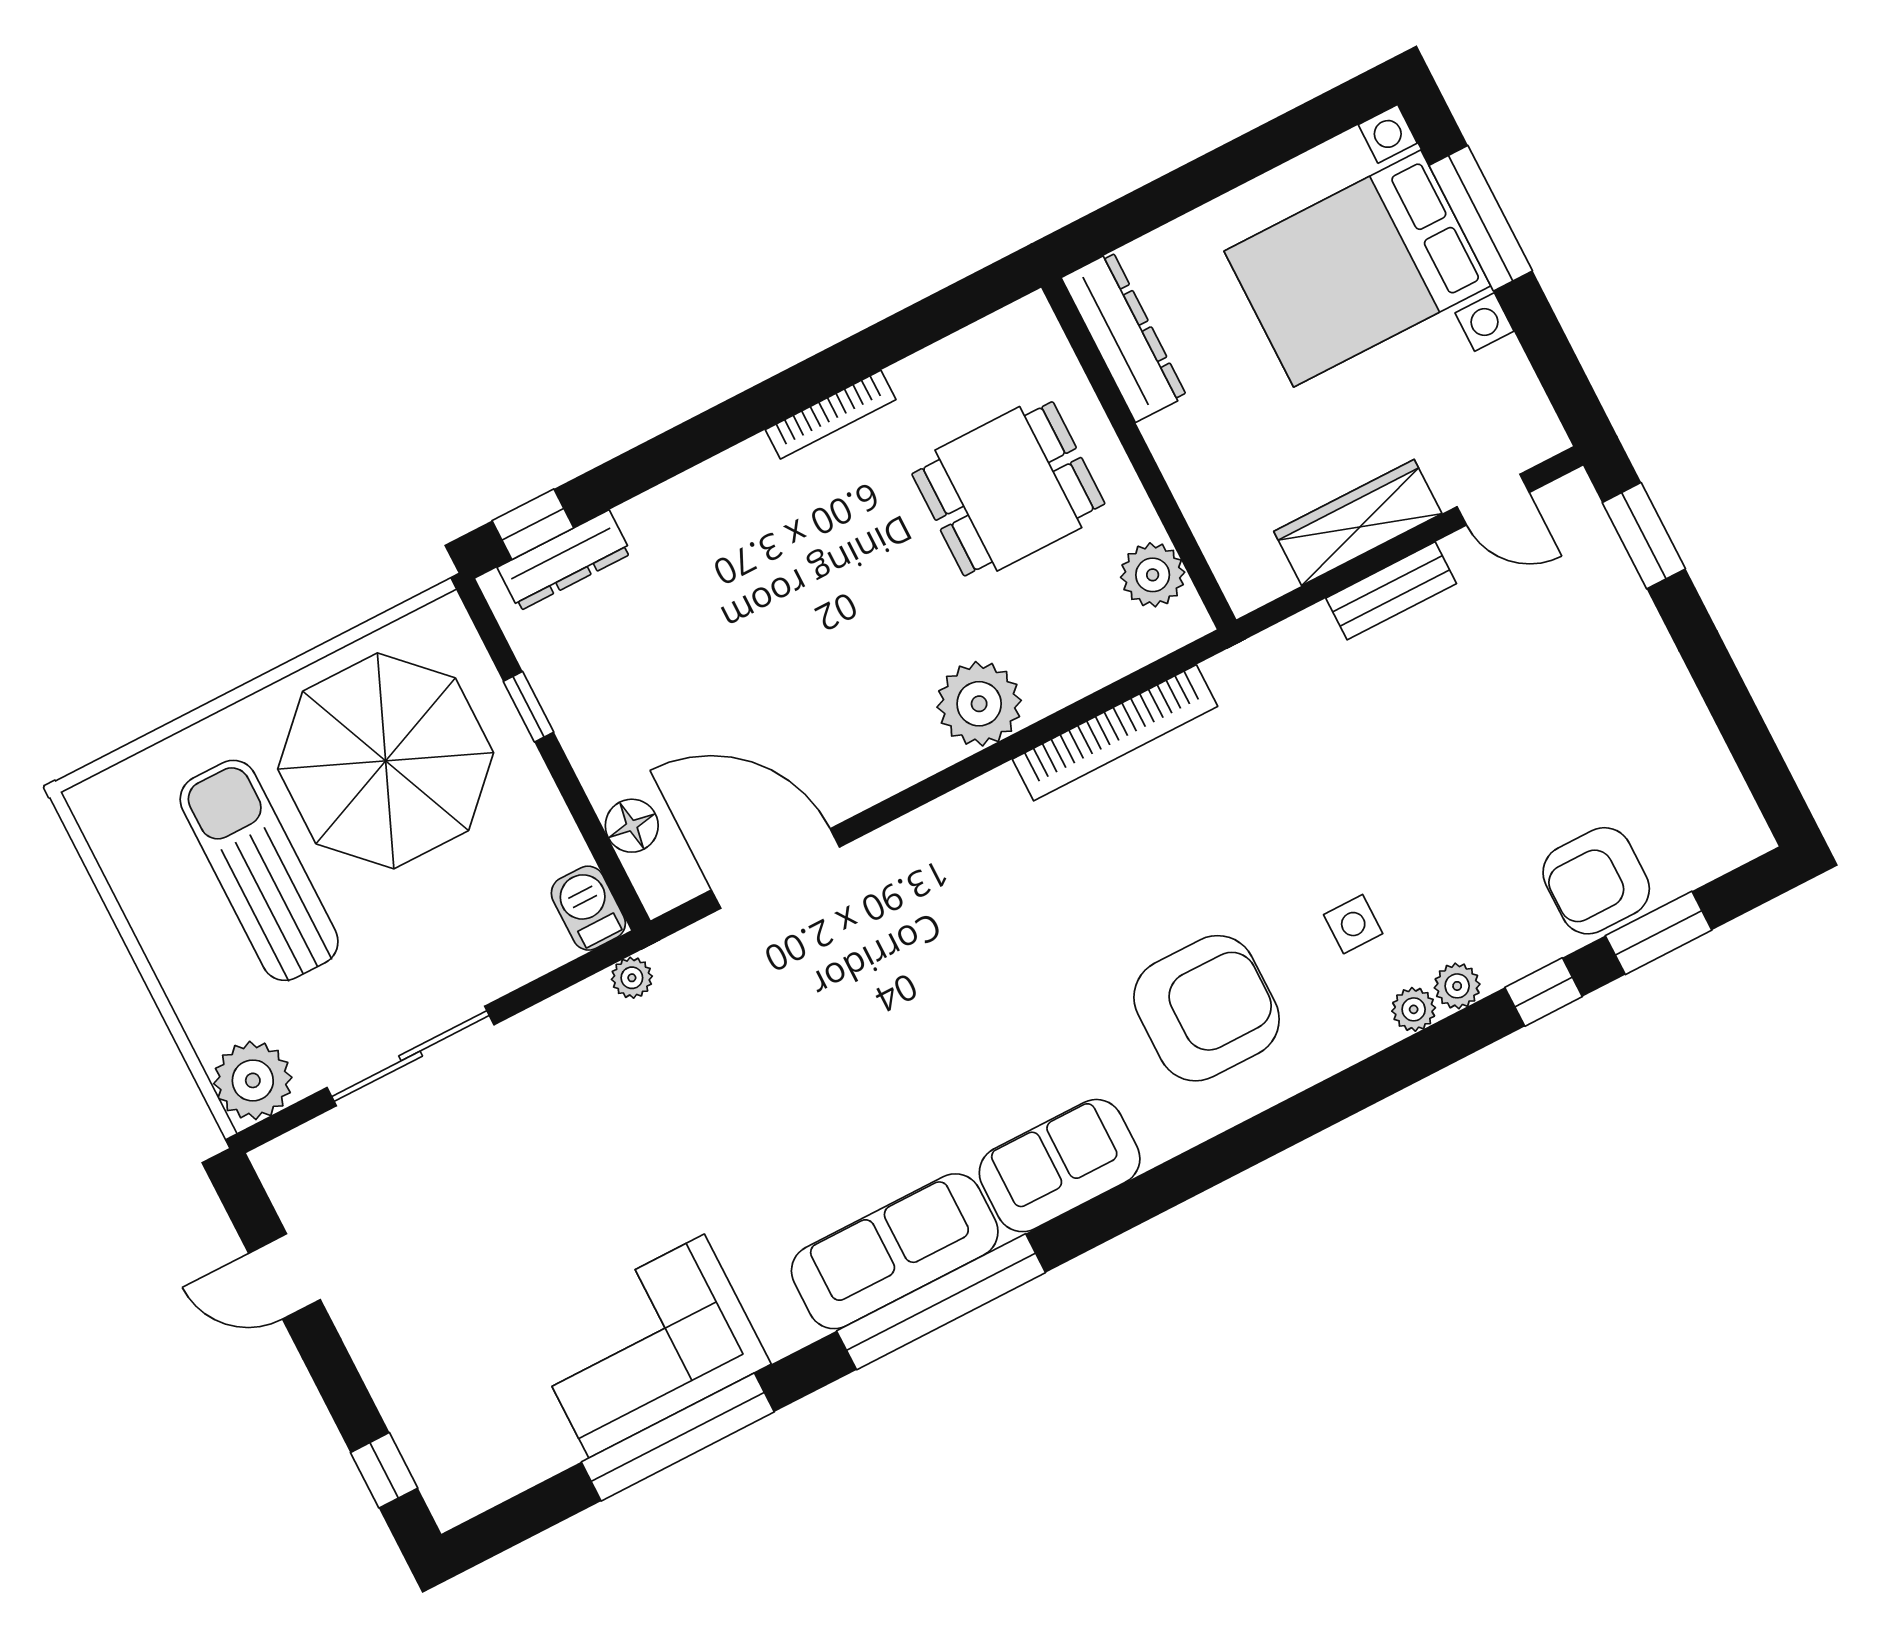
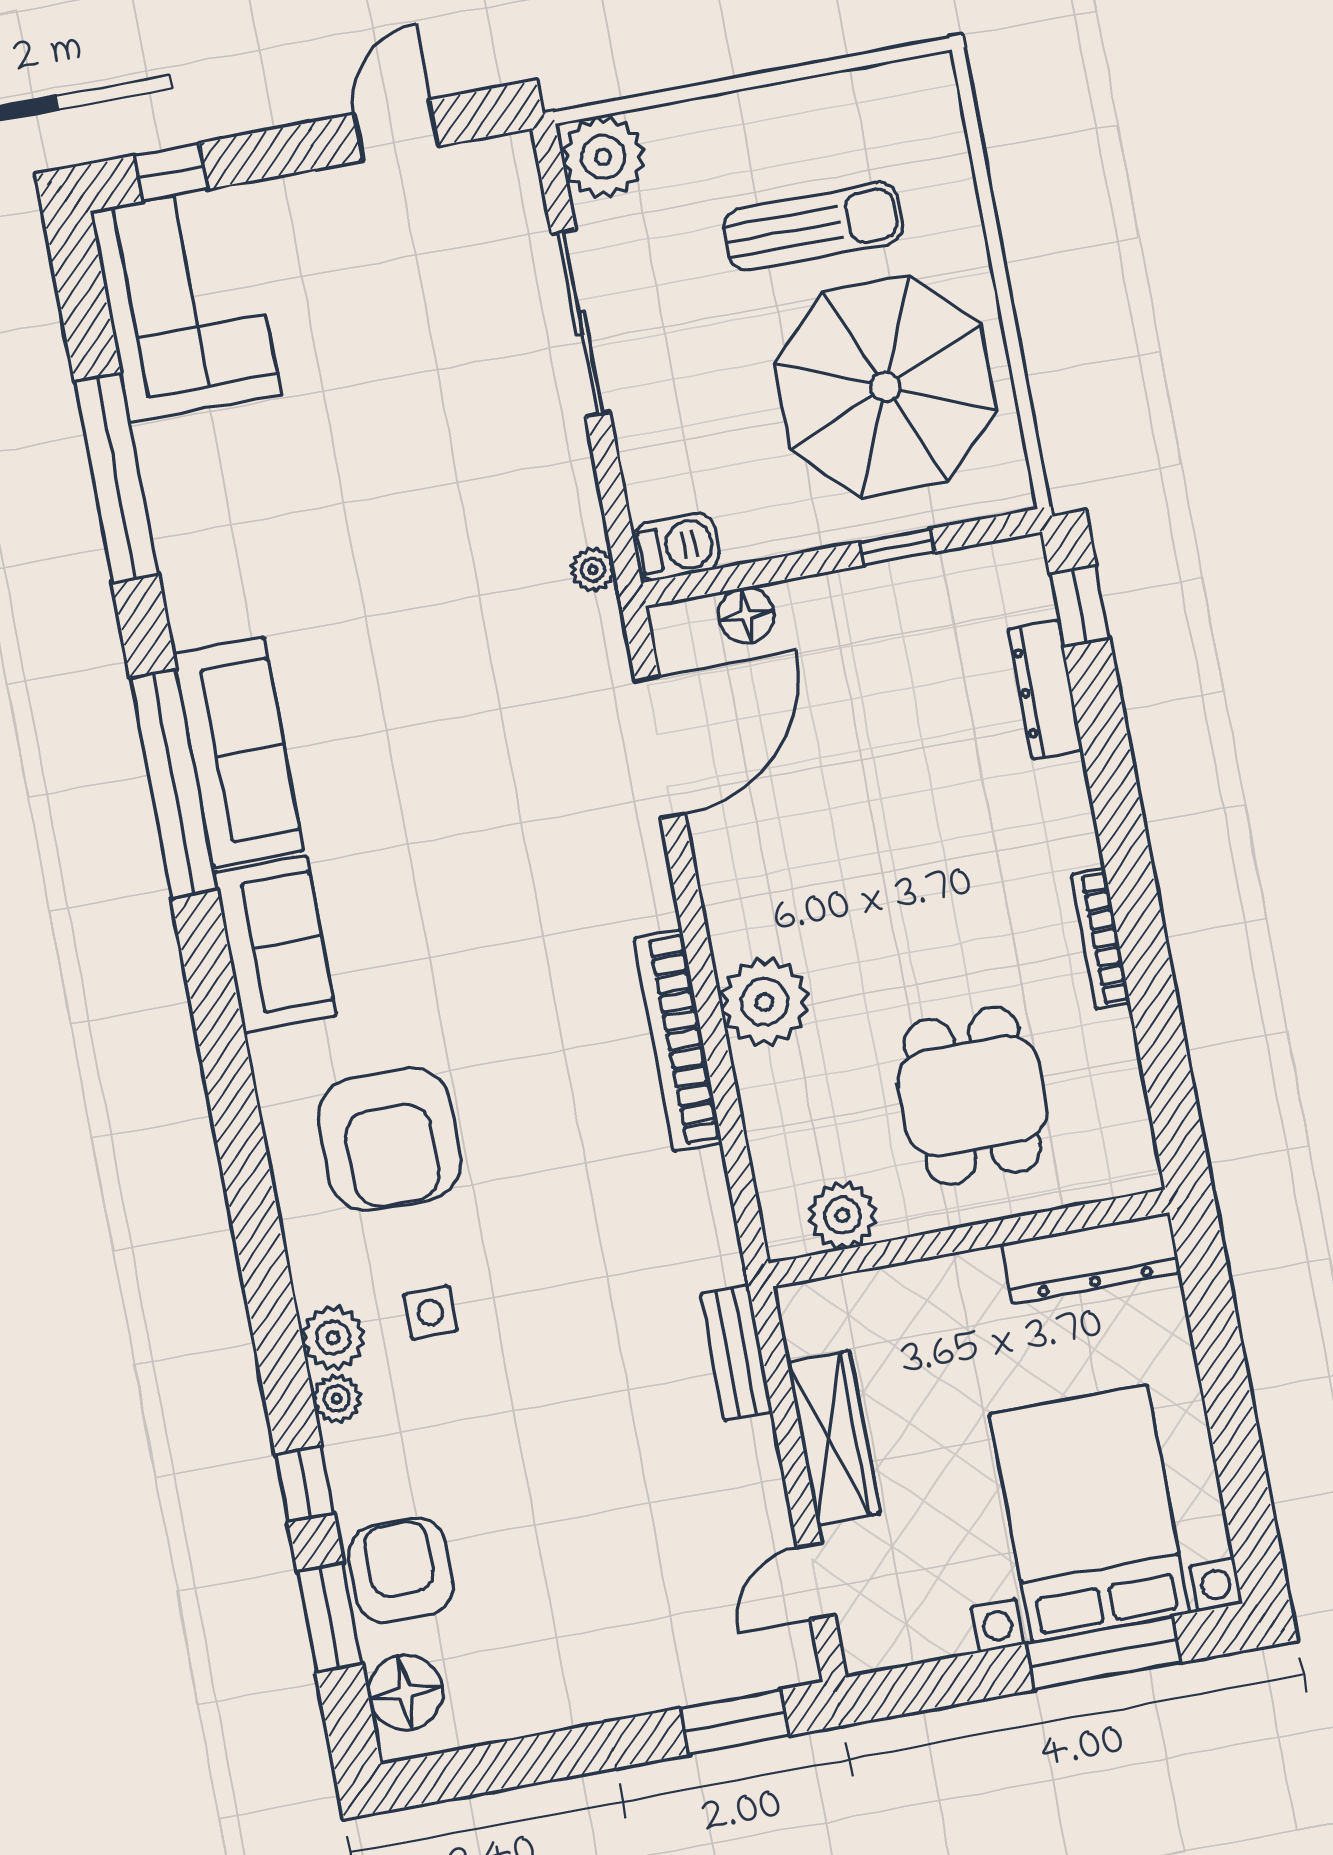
dresser: (564, 561) -> (1045, 690), moved
bench: (1391, 591) -> (736, 1352), moved
bookcase: (1115, 733) -> (678, 1040), moved
floor lamp: (1706, 844) -> (405, 1693), added
sun lounger: (259, 870) -> (813, 226), width x0.73, depth x0.75
plant: (1414, 1009) -> (333, 1338), width x1.38, depth x1.38
corner sofa: (647, 1346) -> (185, 303), moved

